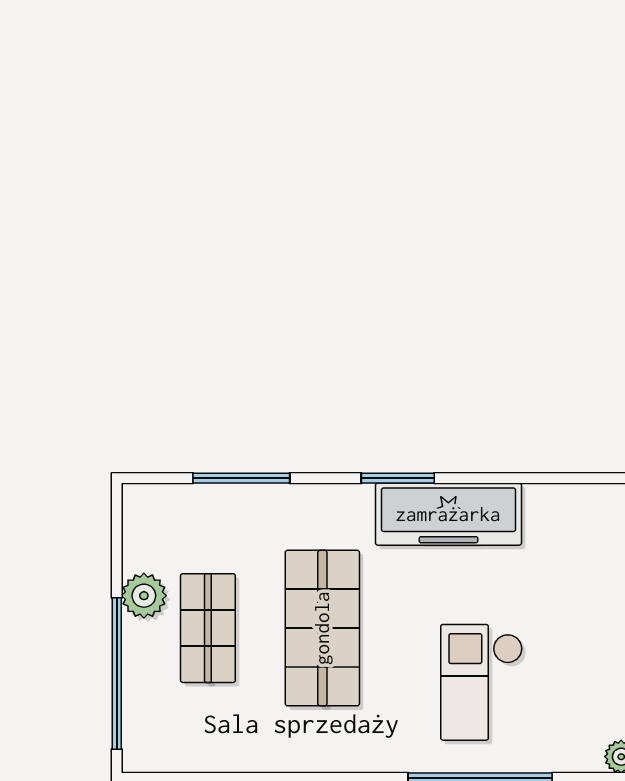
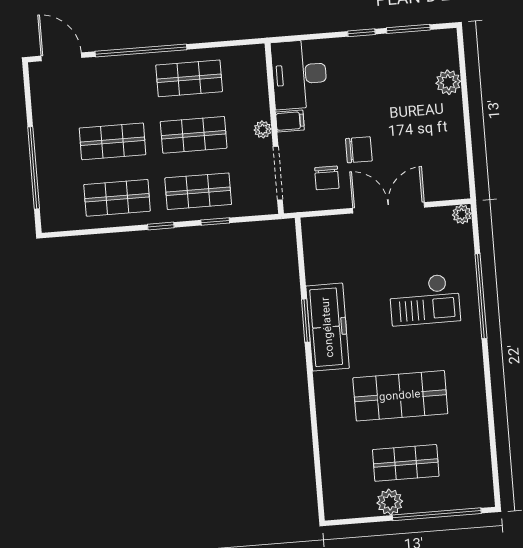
window: (241, 478) -> (316, 450), removed
window: (398, 478) -> (306, 321), moved

